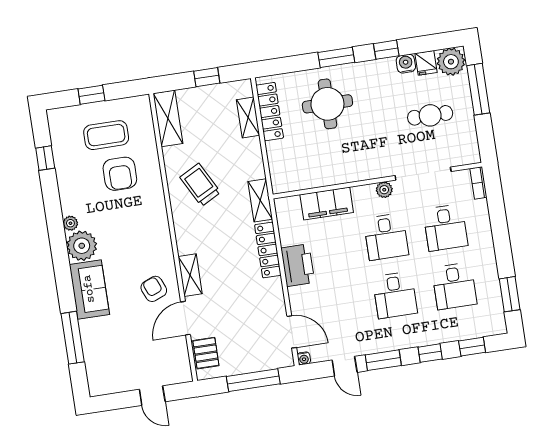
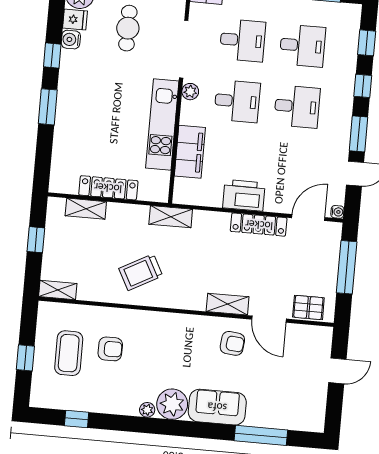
round table: (327, 104) -> (92, 127), removed
locker: (270, 112) -> (108, 188), moved
shelving: (168, 118) -> (58, 290), width x0.67, depth x0.75
kitchen unit: (346, 171) -> (162, 125), added
armchair: (120, 174) -> (110, 349), width x0.72, depth x0.72
locker: (268, 250) -> (259, 225), moved
armchair: (154, 289) -> (232, 343), turned -152

